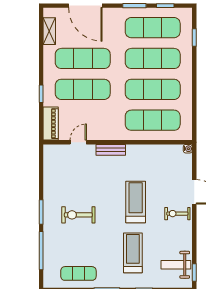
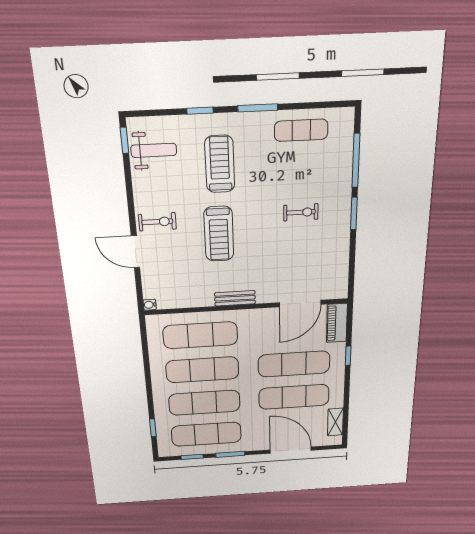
door: (78, 142) -> (300, 303), width x1.88
bench: (111, 150) -> (235, 298), moved
exercise bike: (78, 215) -> (301, 212), width x0.73, depth x0.72
treadmill: (133, 253) -> (220, 164), turned 180

